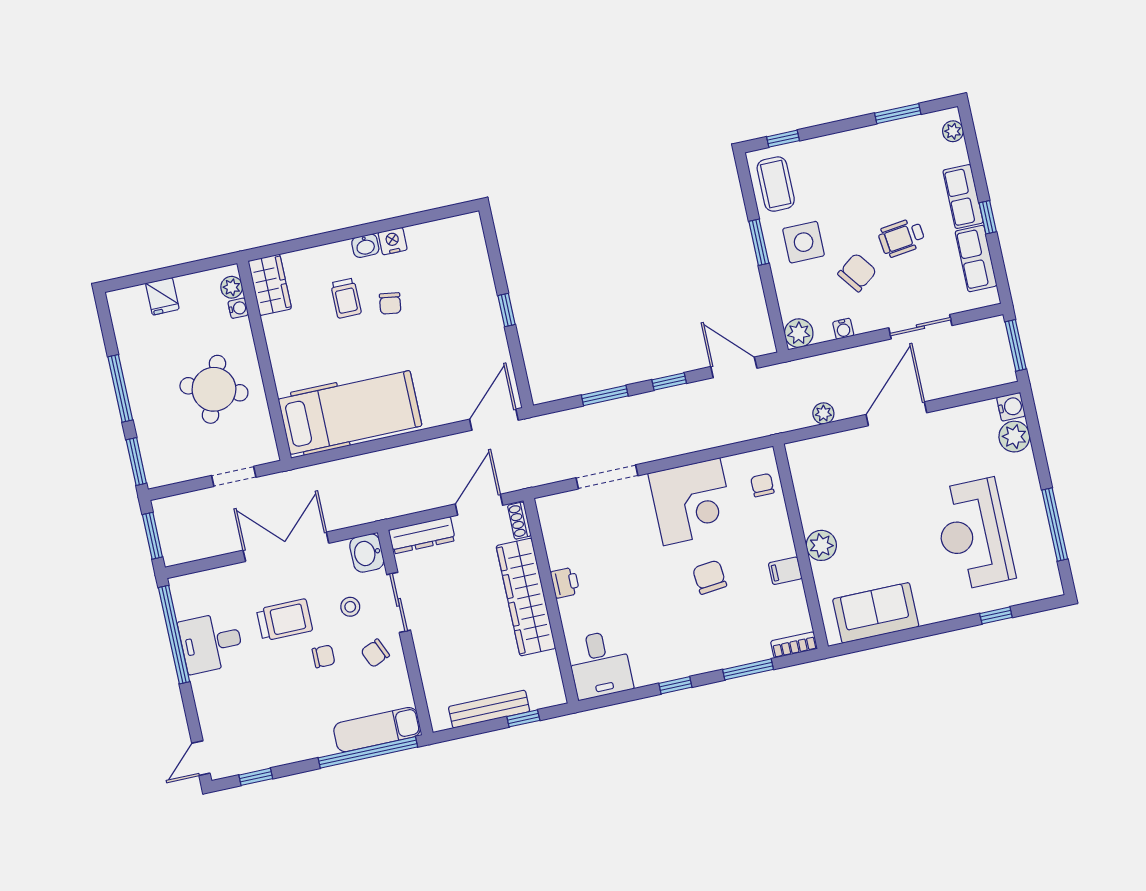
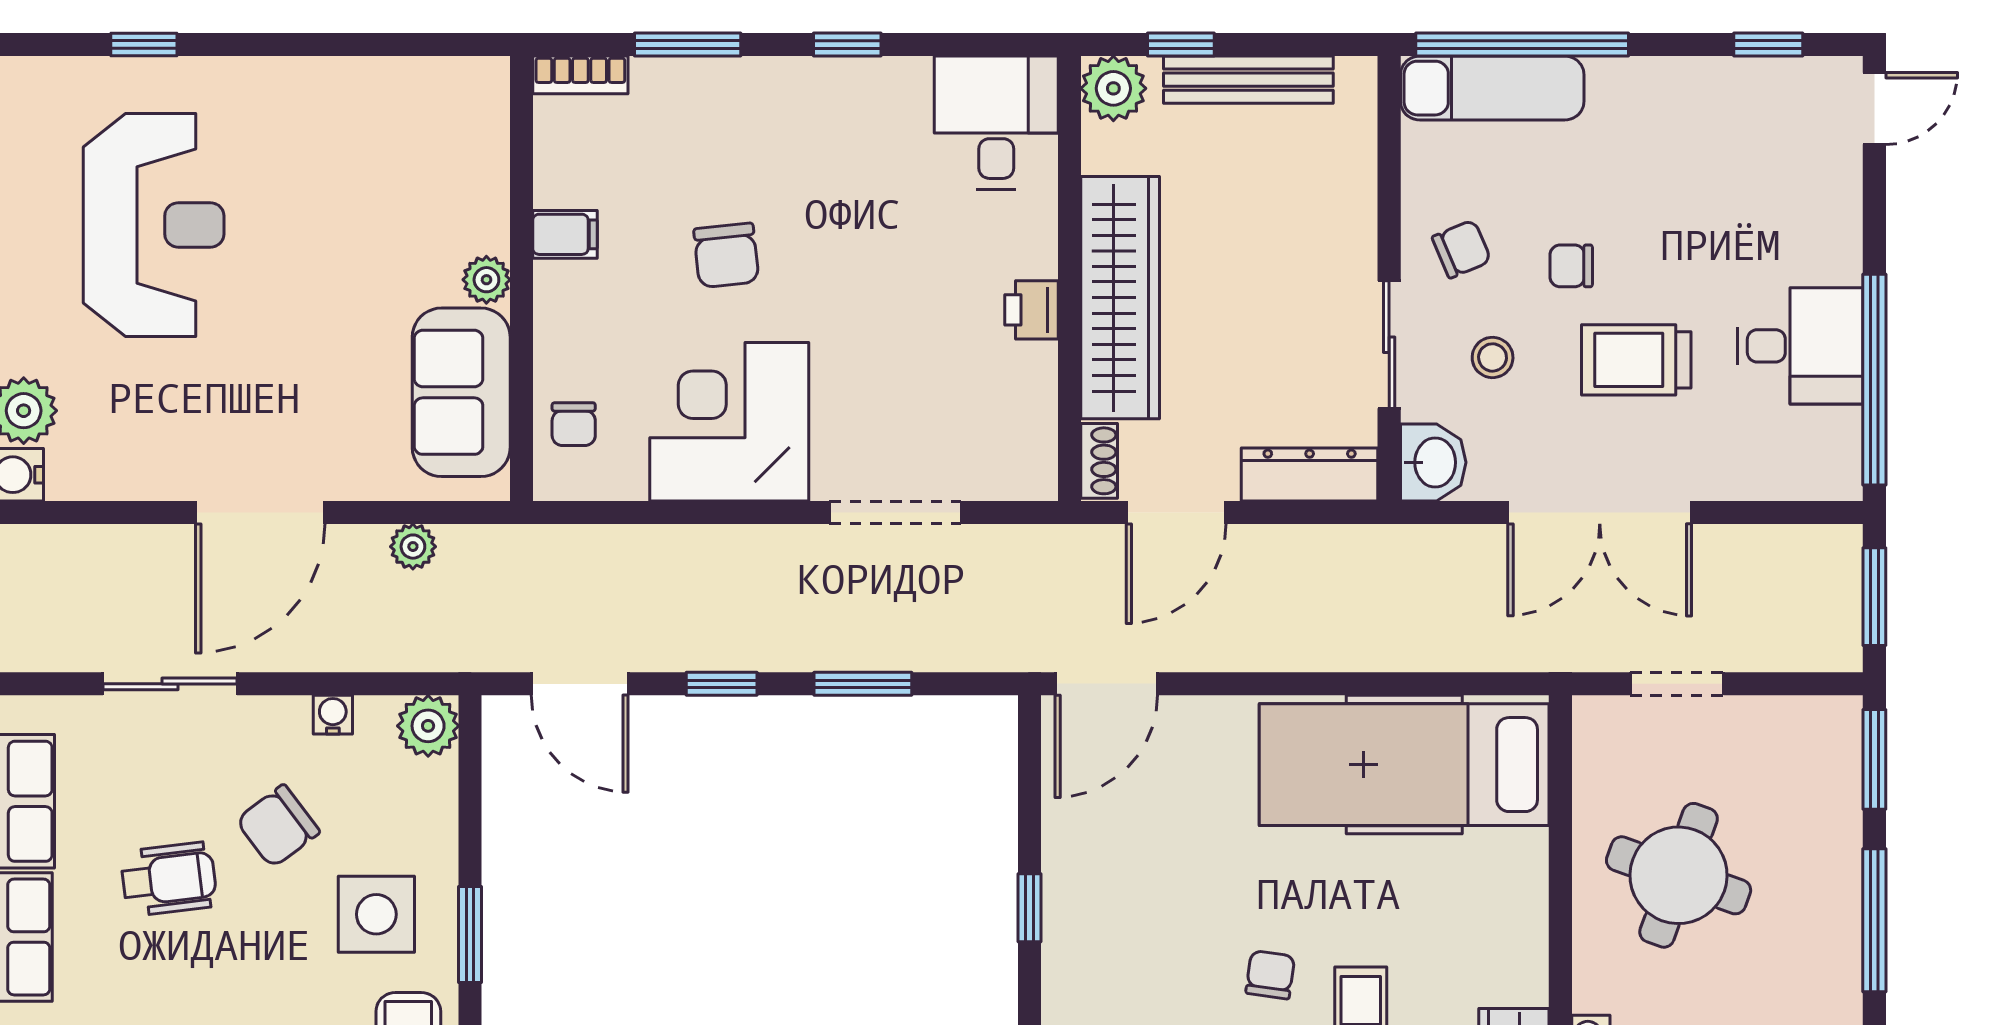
plant: (821, 545) -> (486, 280), width x0.73, depth x0.73
sofa: (876, 613) -> (461, 392), moved, turned 90
plant: (550, 692) -> (1113, 88), added

